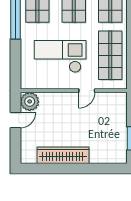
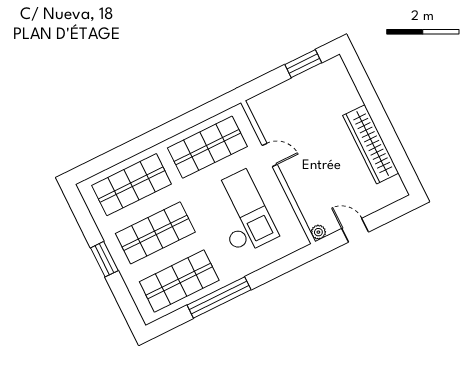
checkout: (60, 56) -> (242, 213), turned 180
plant: (30, 101) -> (318, 232), width x0.53, depth x0.53

